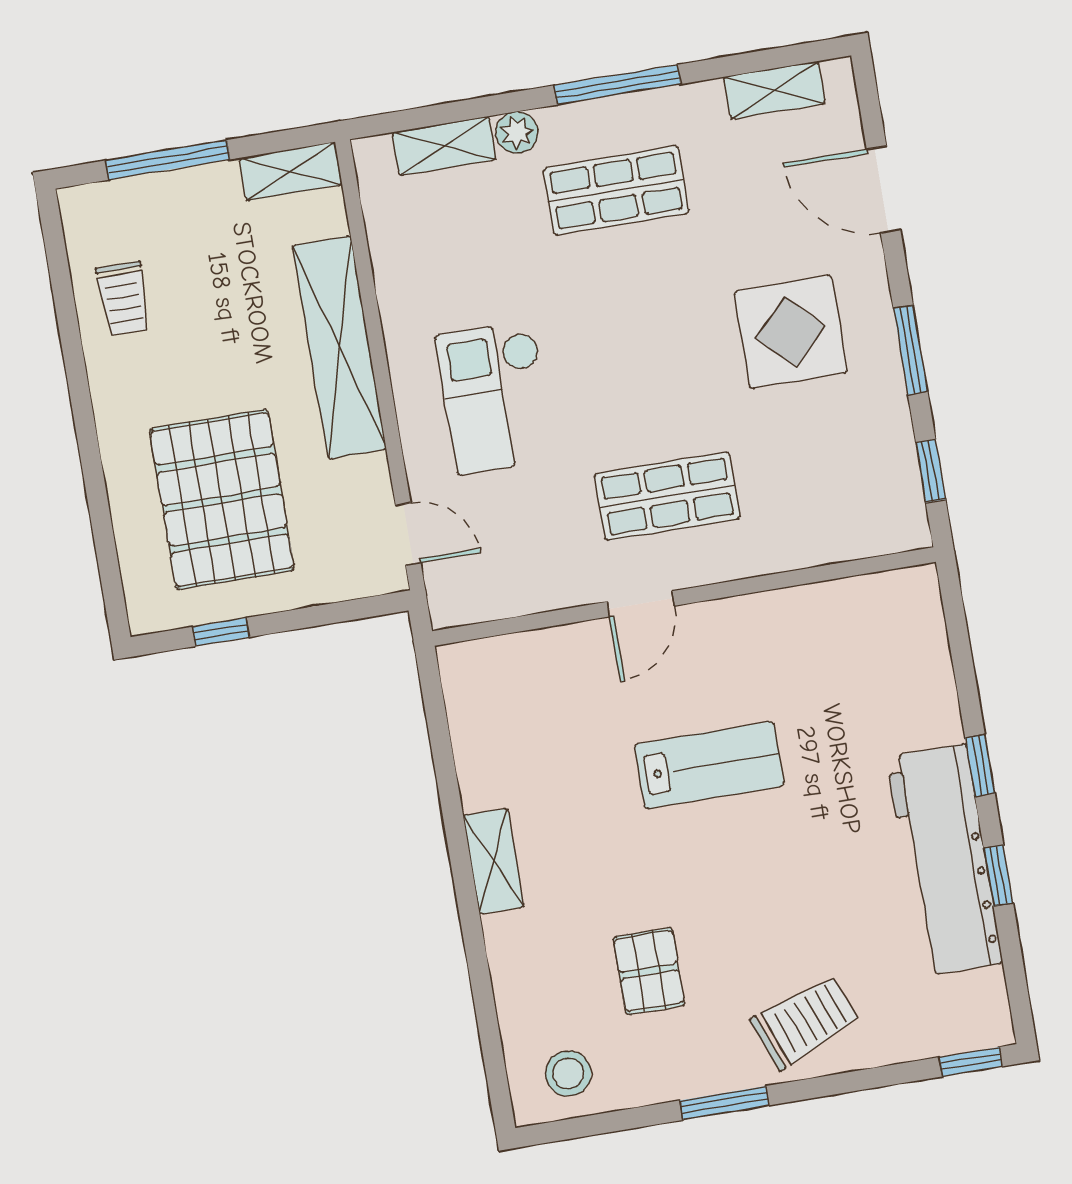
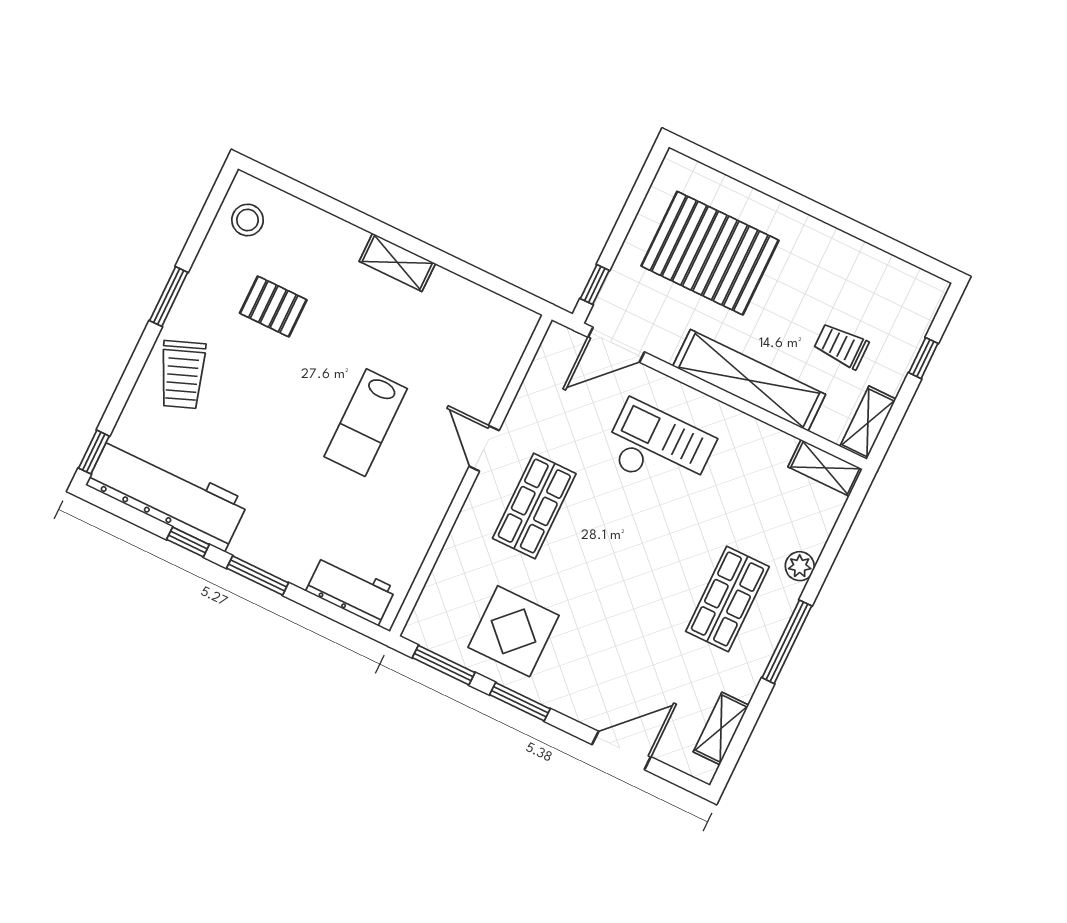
shelving: (444, 146) -> (825, 468), moved, turned 90
window: (168, 160) -> (923, 358), width x0.46
trolley: (123, 298) -> (841, 346), moved
display table: (791, 332) -> (514, 631), moved
window: (931, 471) -> (444, 665), width x1.50
door: (408, 534) -> (616, 345), width x1.38
window: (221, 632) -> (595, 284), moved
workbench: (919, 643) -> (351, 590), added
window: (980, 765) -> (258, 575), width x1.50
workbench: (945, 860) -> (167, 493), moved

